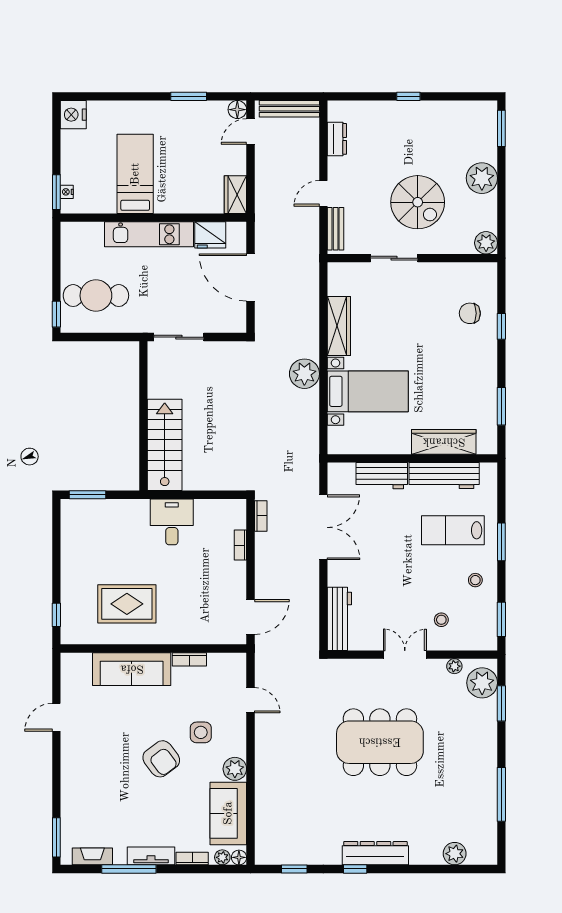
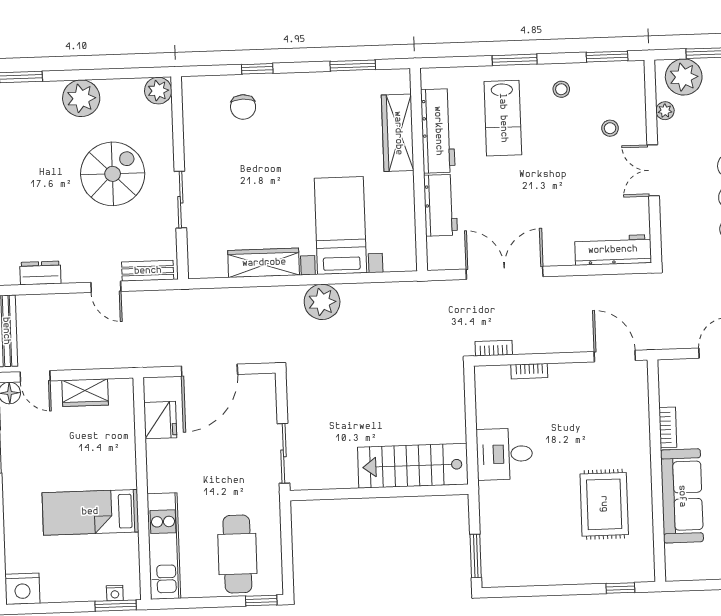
wardrobe: (235, 195) -> (85, 393), moved
kitchen unit: (149, 234) -> (164, 546), moved

